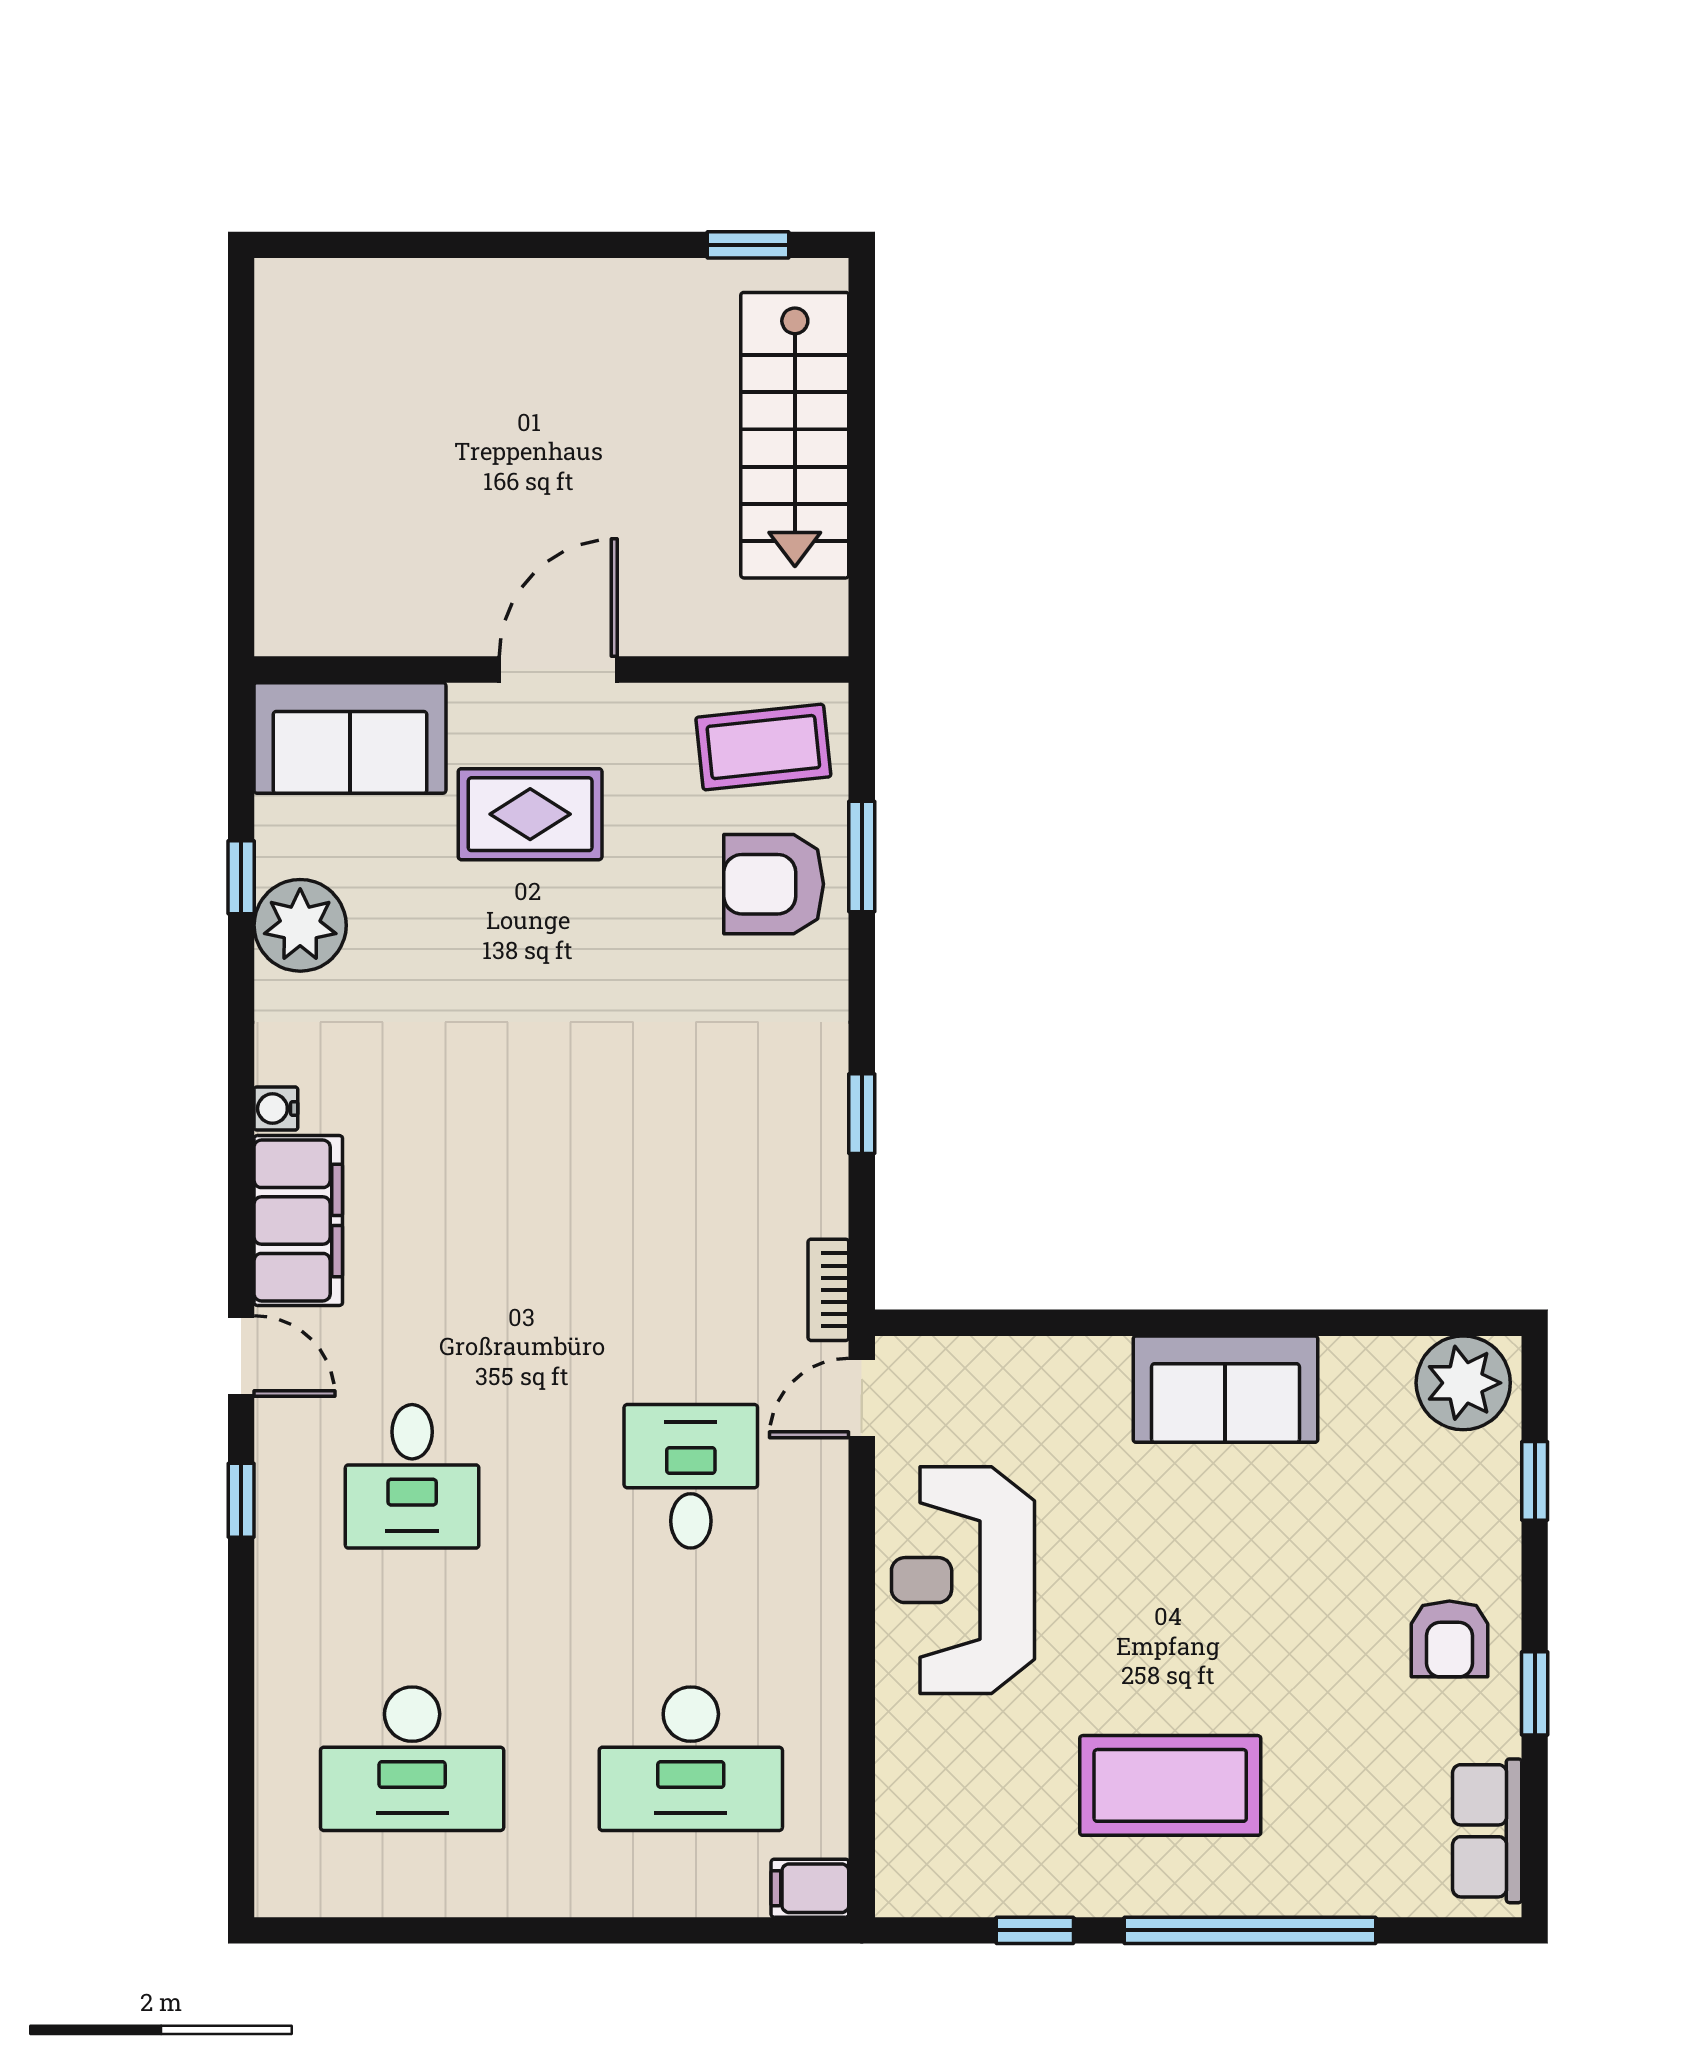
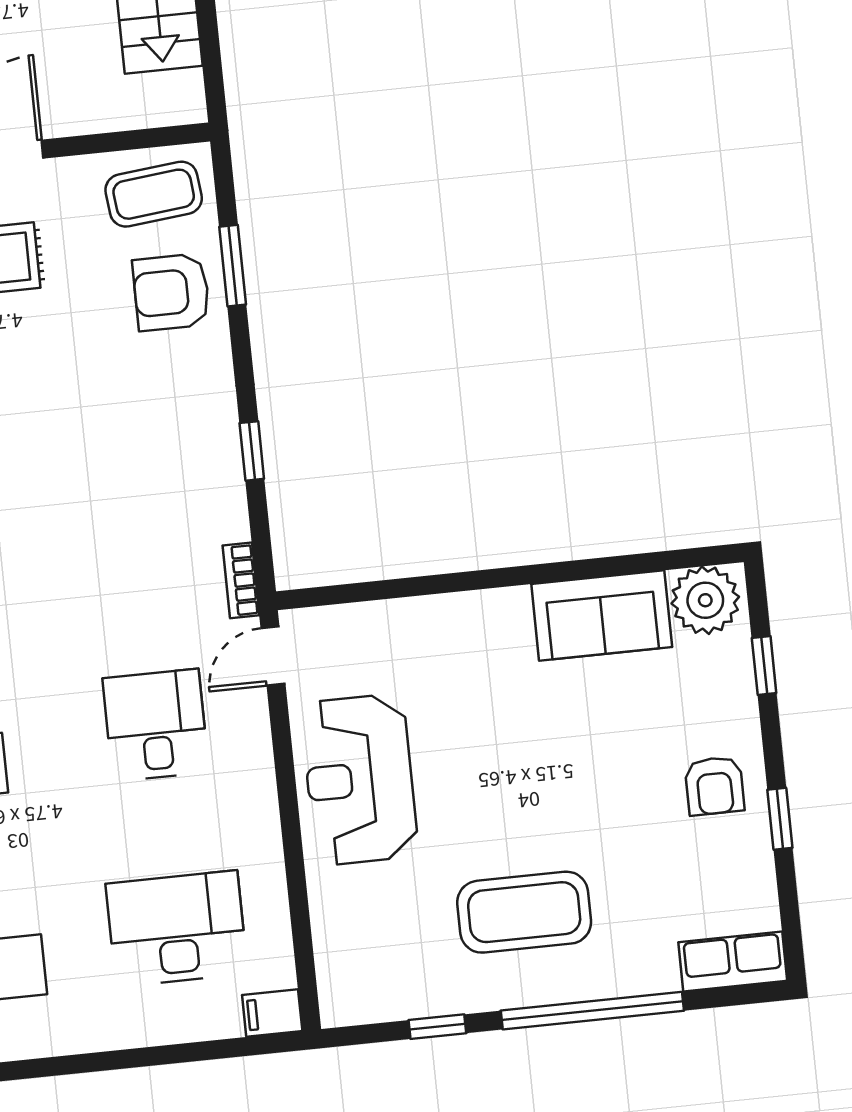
sofa: (1225, 1389) -> (602, 616), moved
desk: (691, 1759) -> (177, 929), turned 180
row of seats: (1487, 1831) -> (733, 962), moved, turned 90

